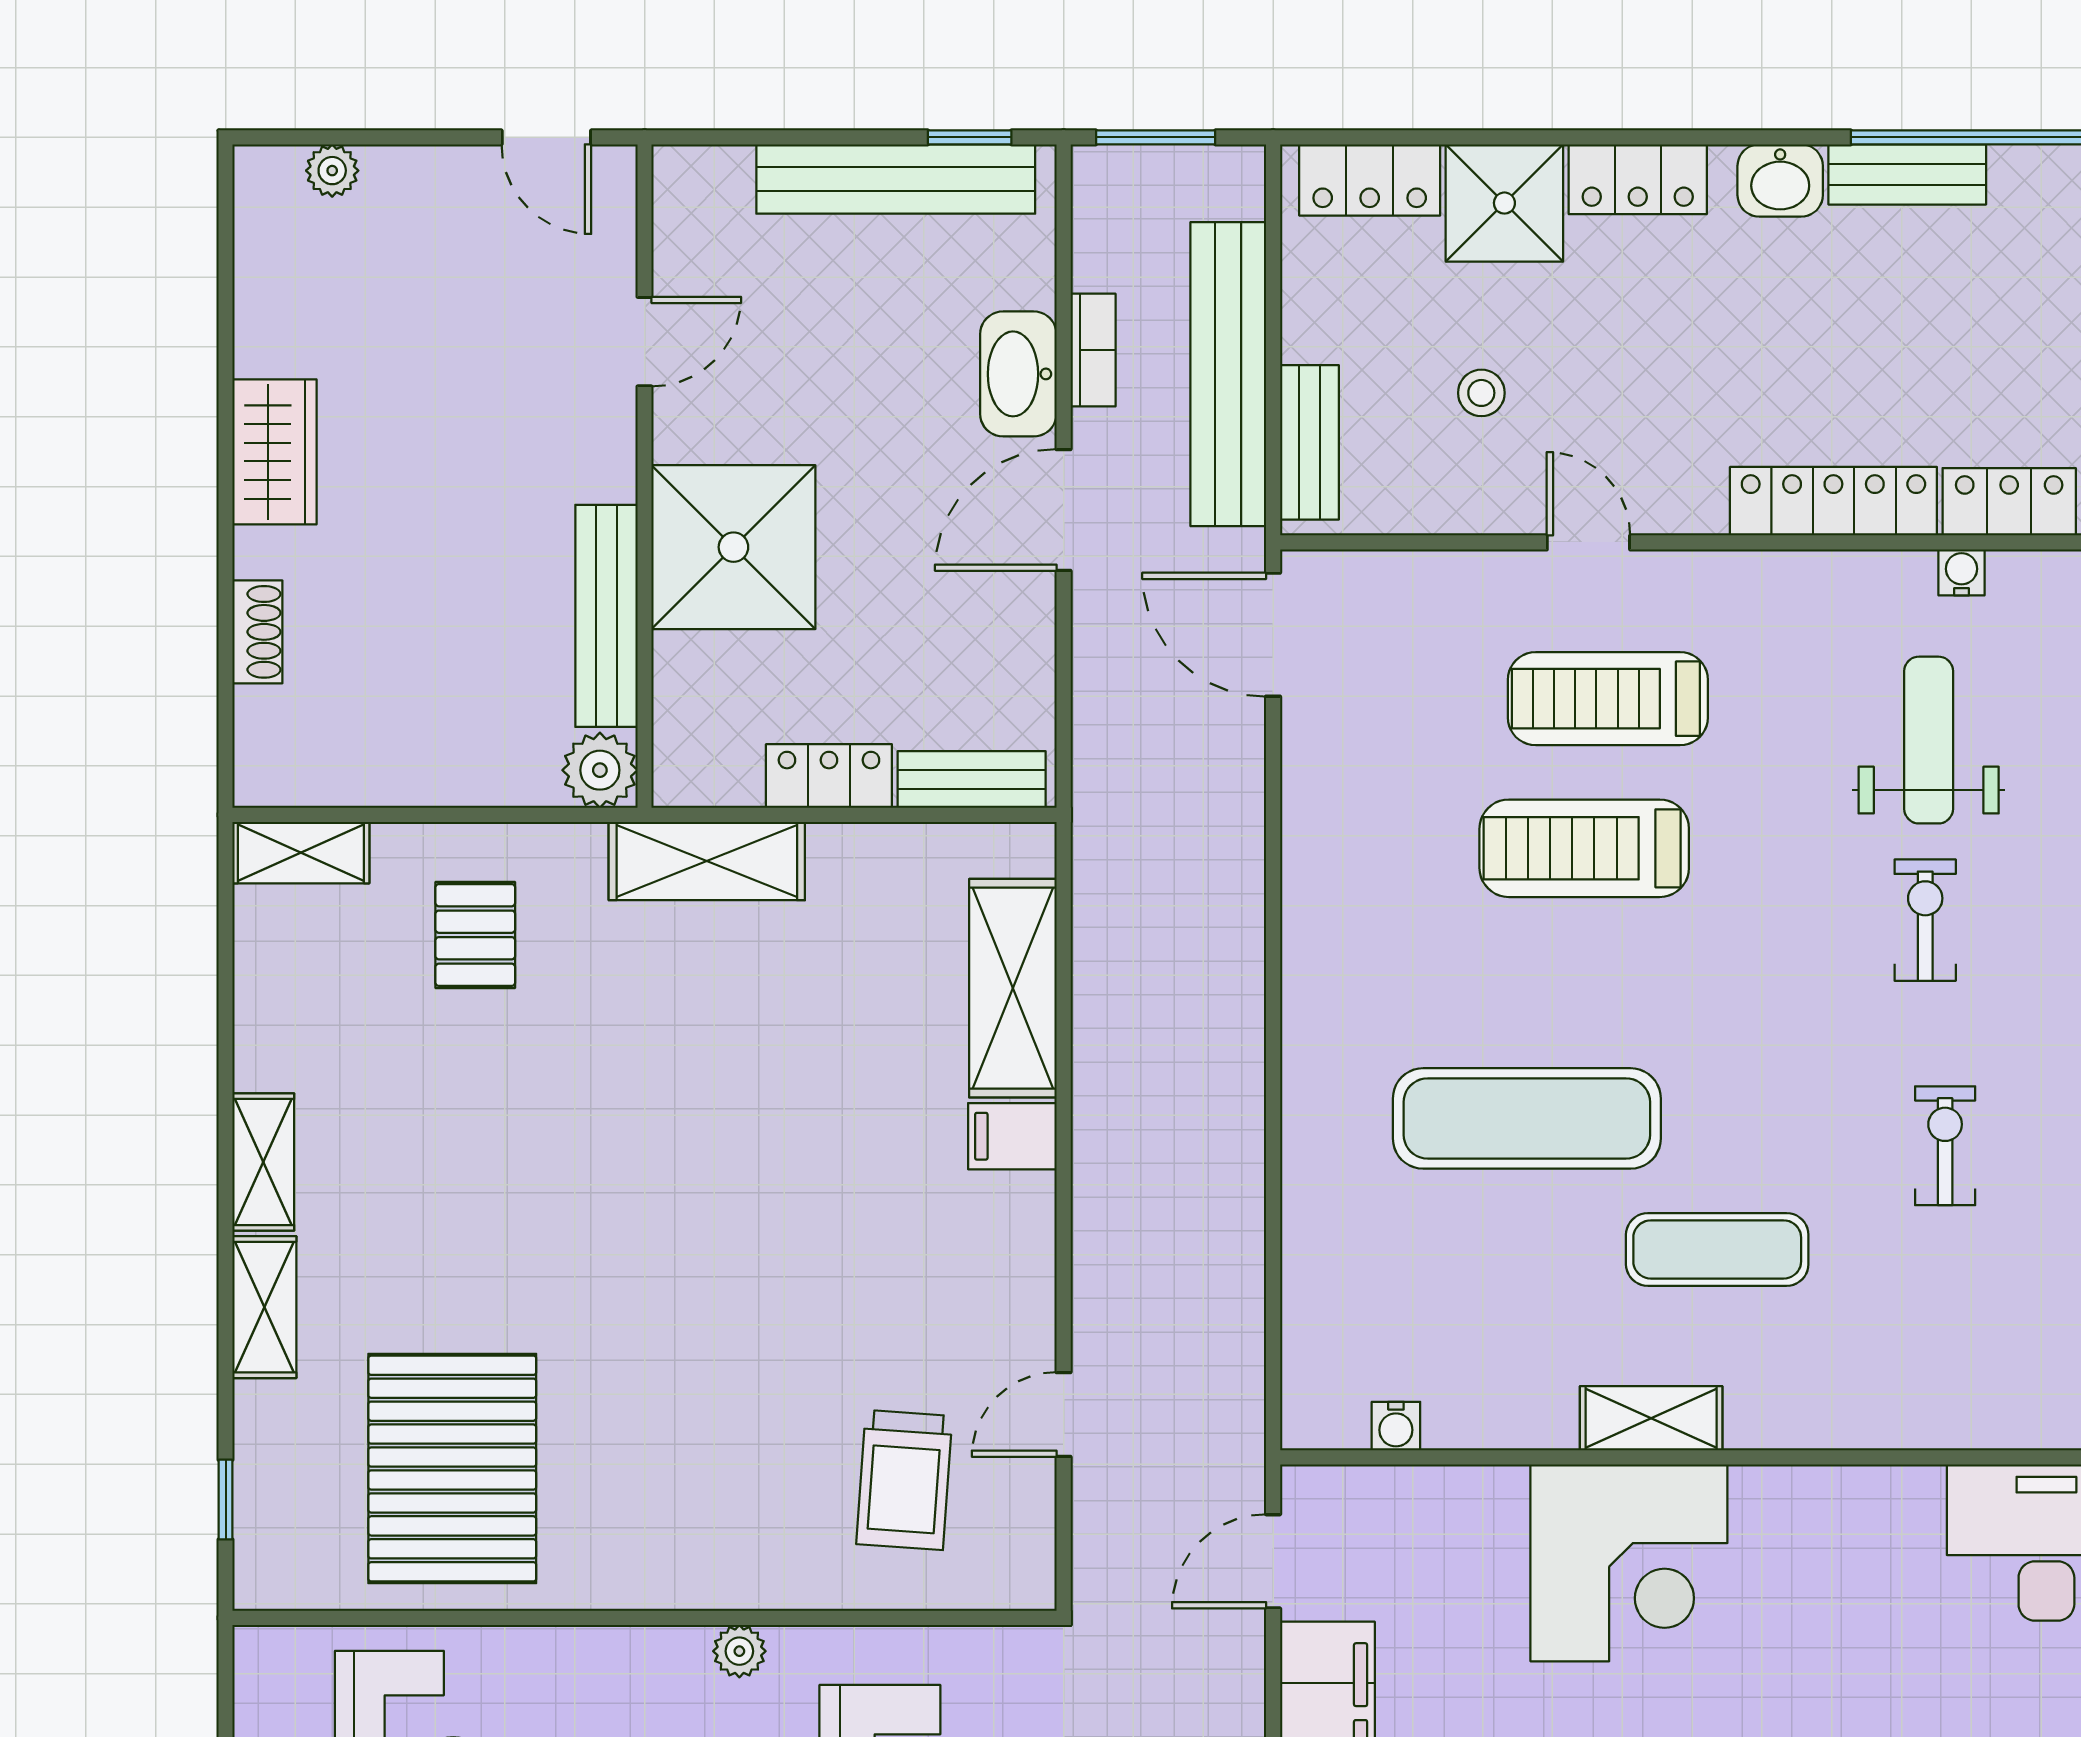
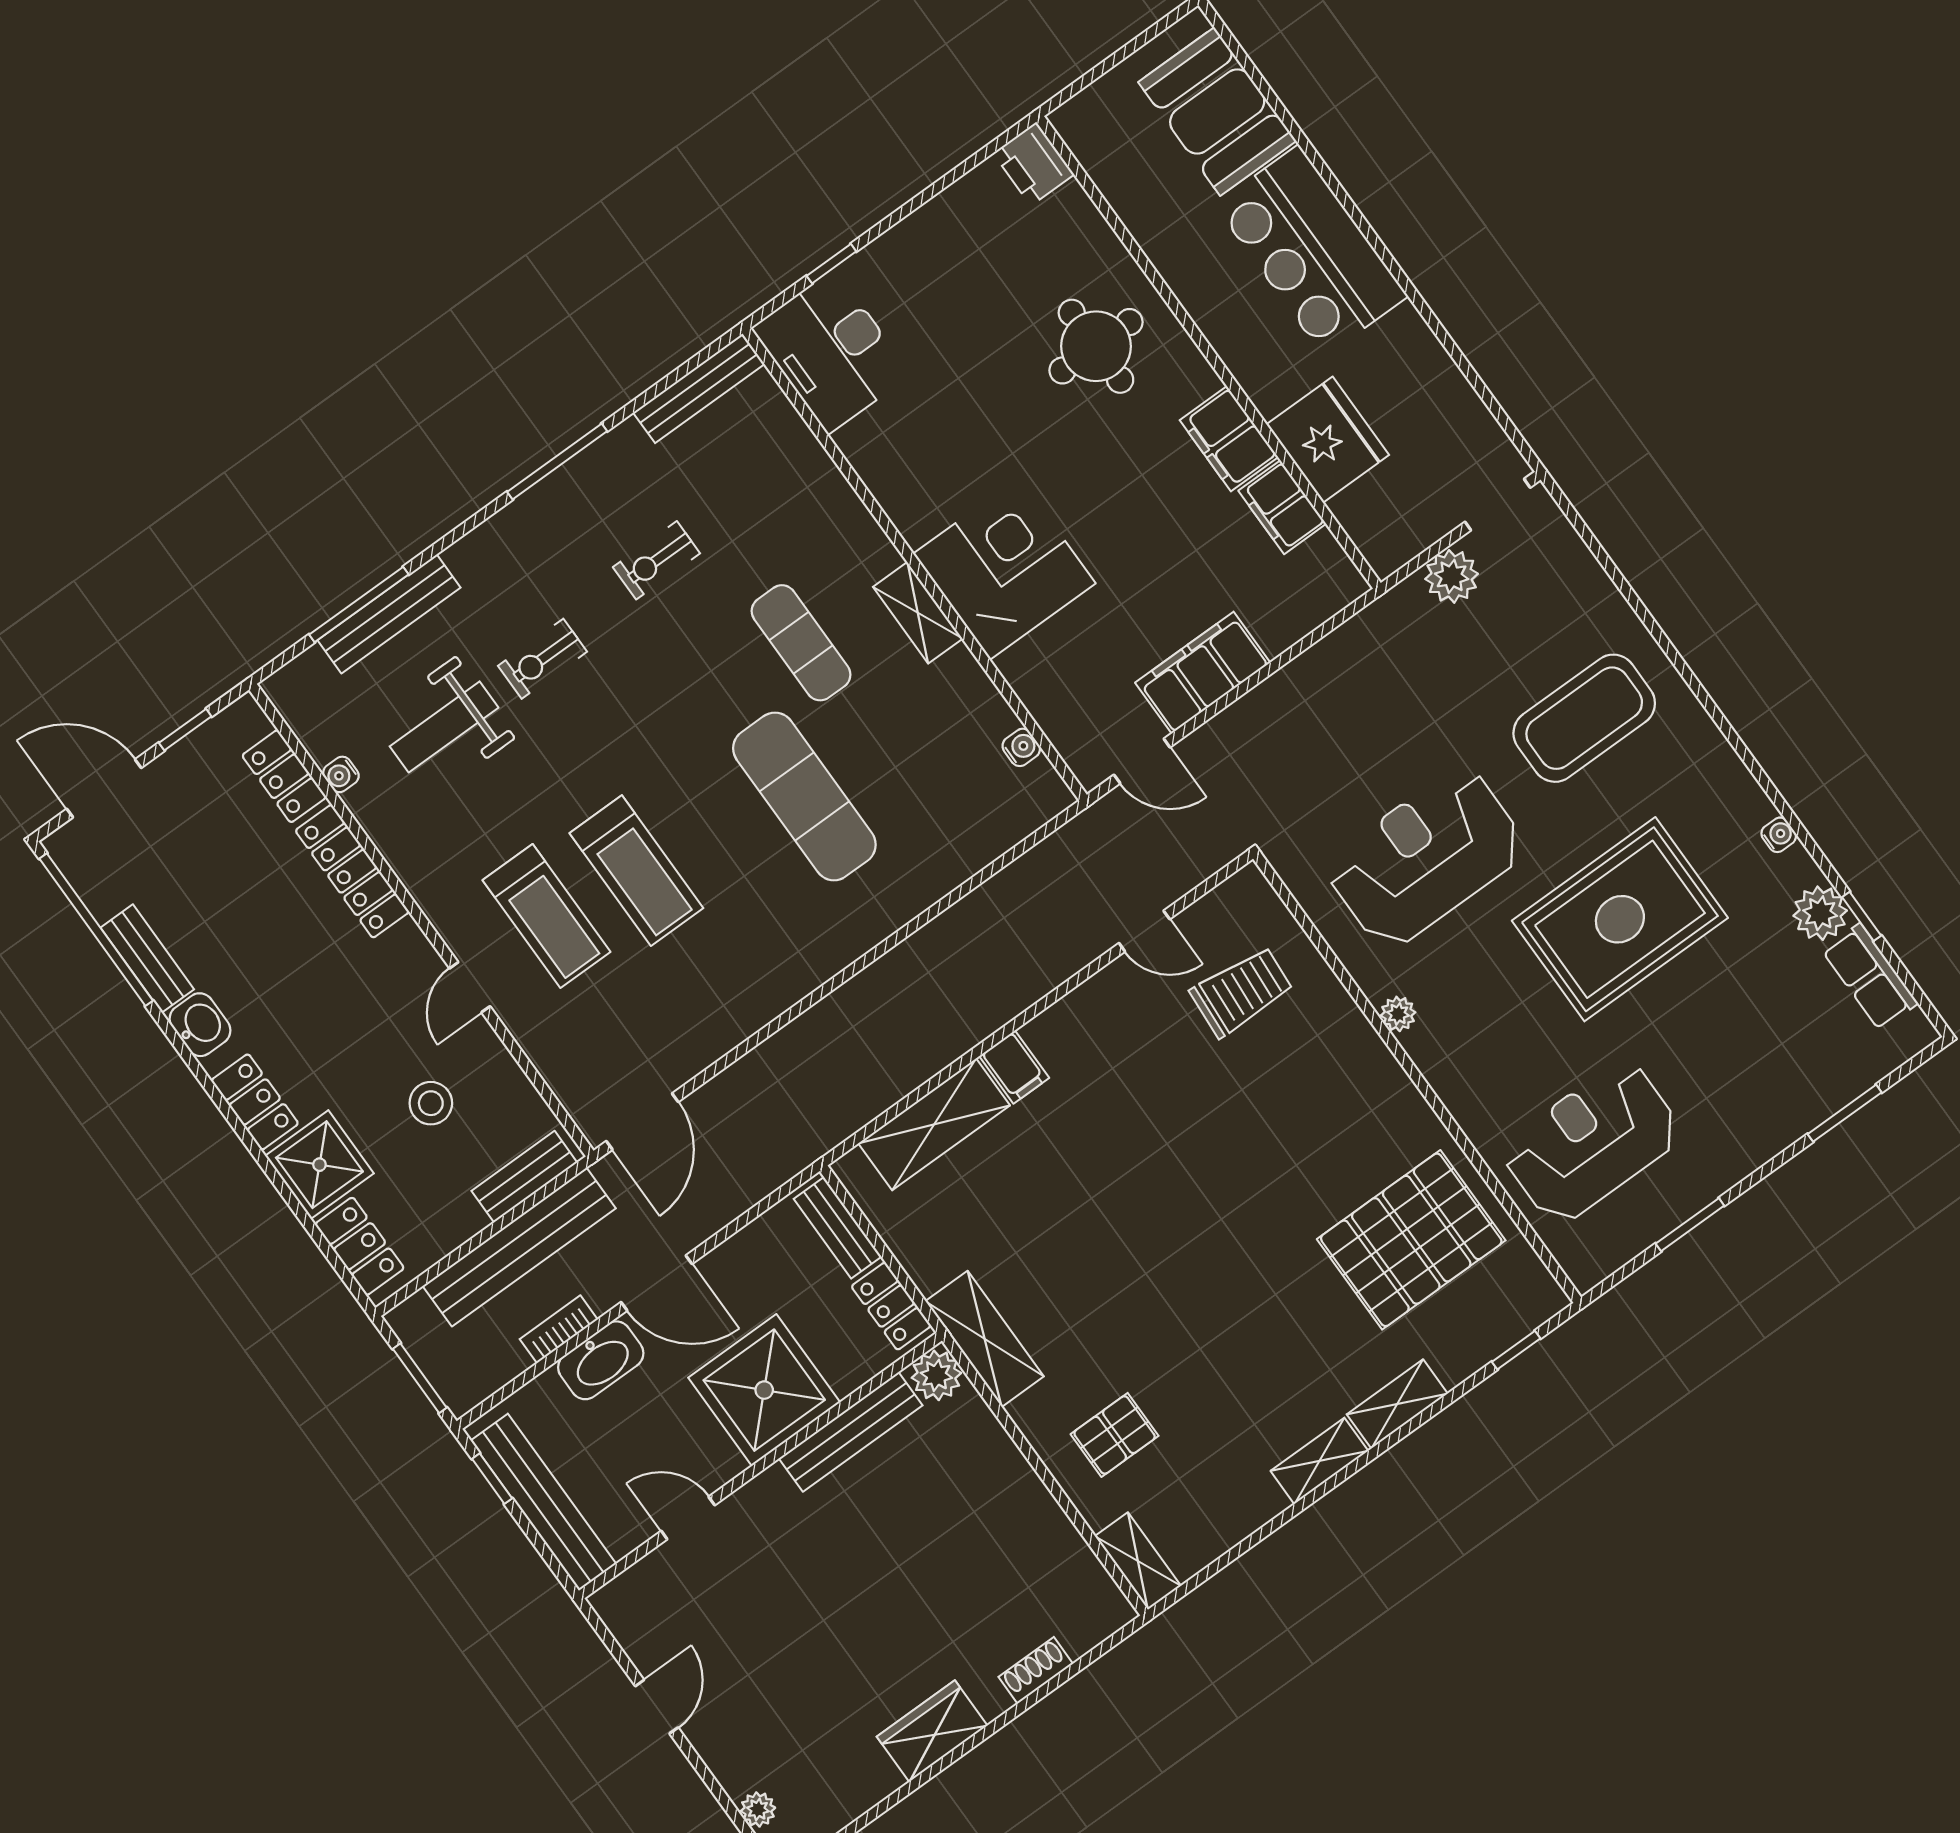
door: (645, 342) -> (688, 1518), moved
stool: (1481, 393) -> (431, 1103), width x1.37, depth x1.37
wall: (645, 476) -> (760, 1466), moved
shower: (733, 547) -> (764, 1390), moved
bench: (606, 616) -> (851, 1432), moved
plant: (600, 770) -> (936, 1375), moved

